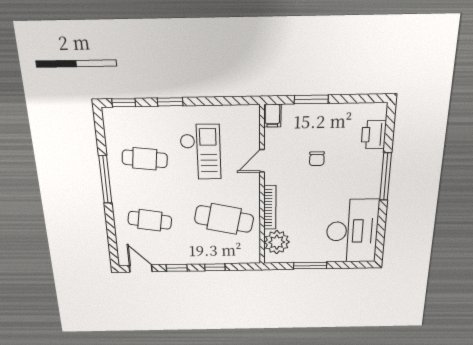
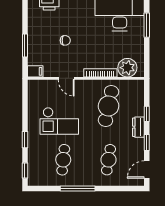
checkout: (200, 152) -> (59, 121), turned 180
dresser: (197, 257) -> (138, 127), added
window: (310, 266) -> (147, 25), moved

